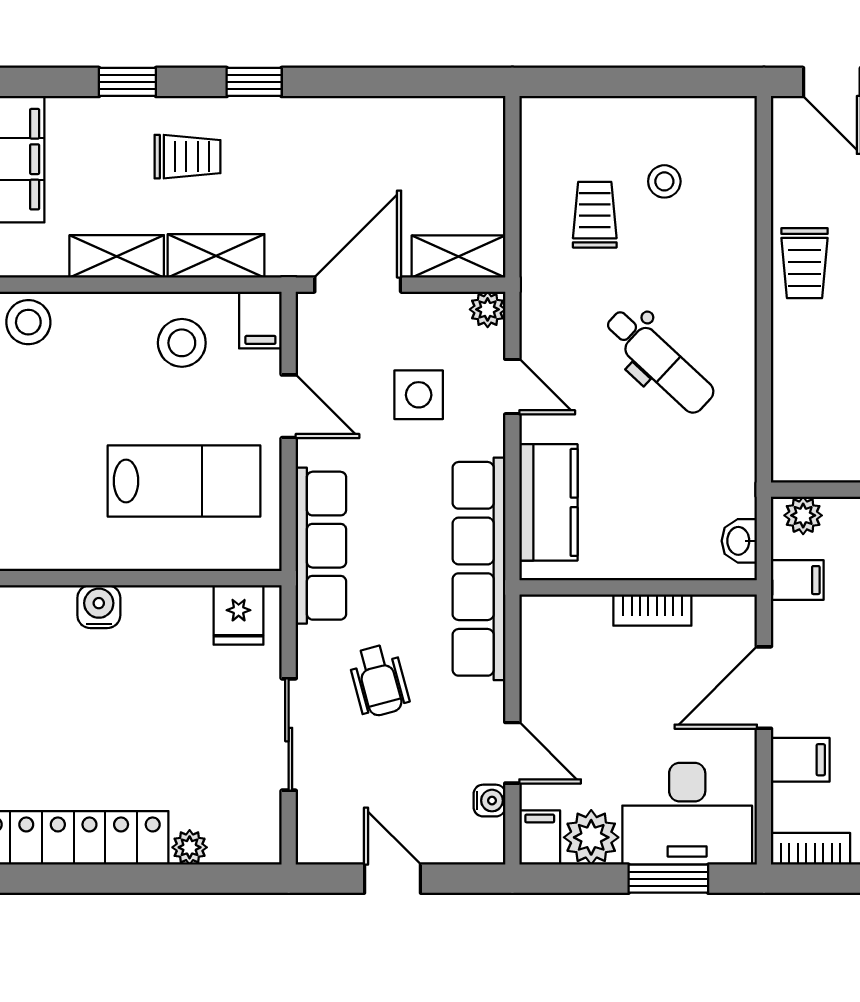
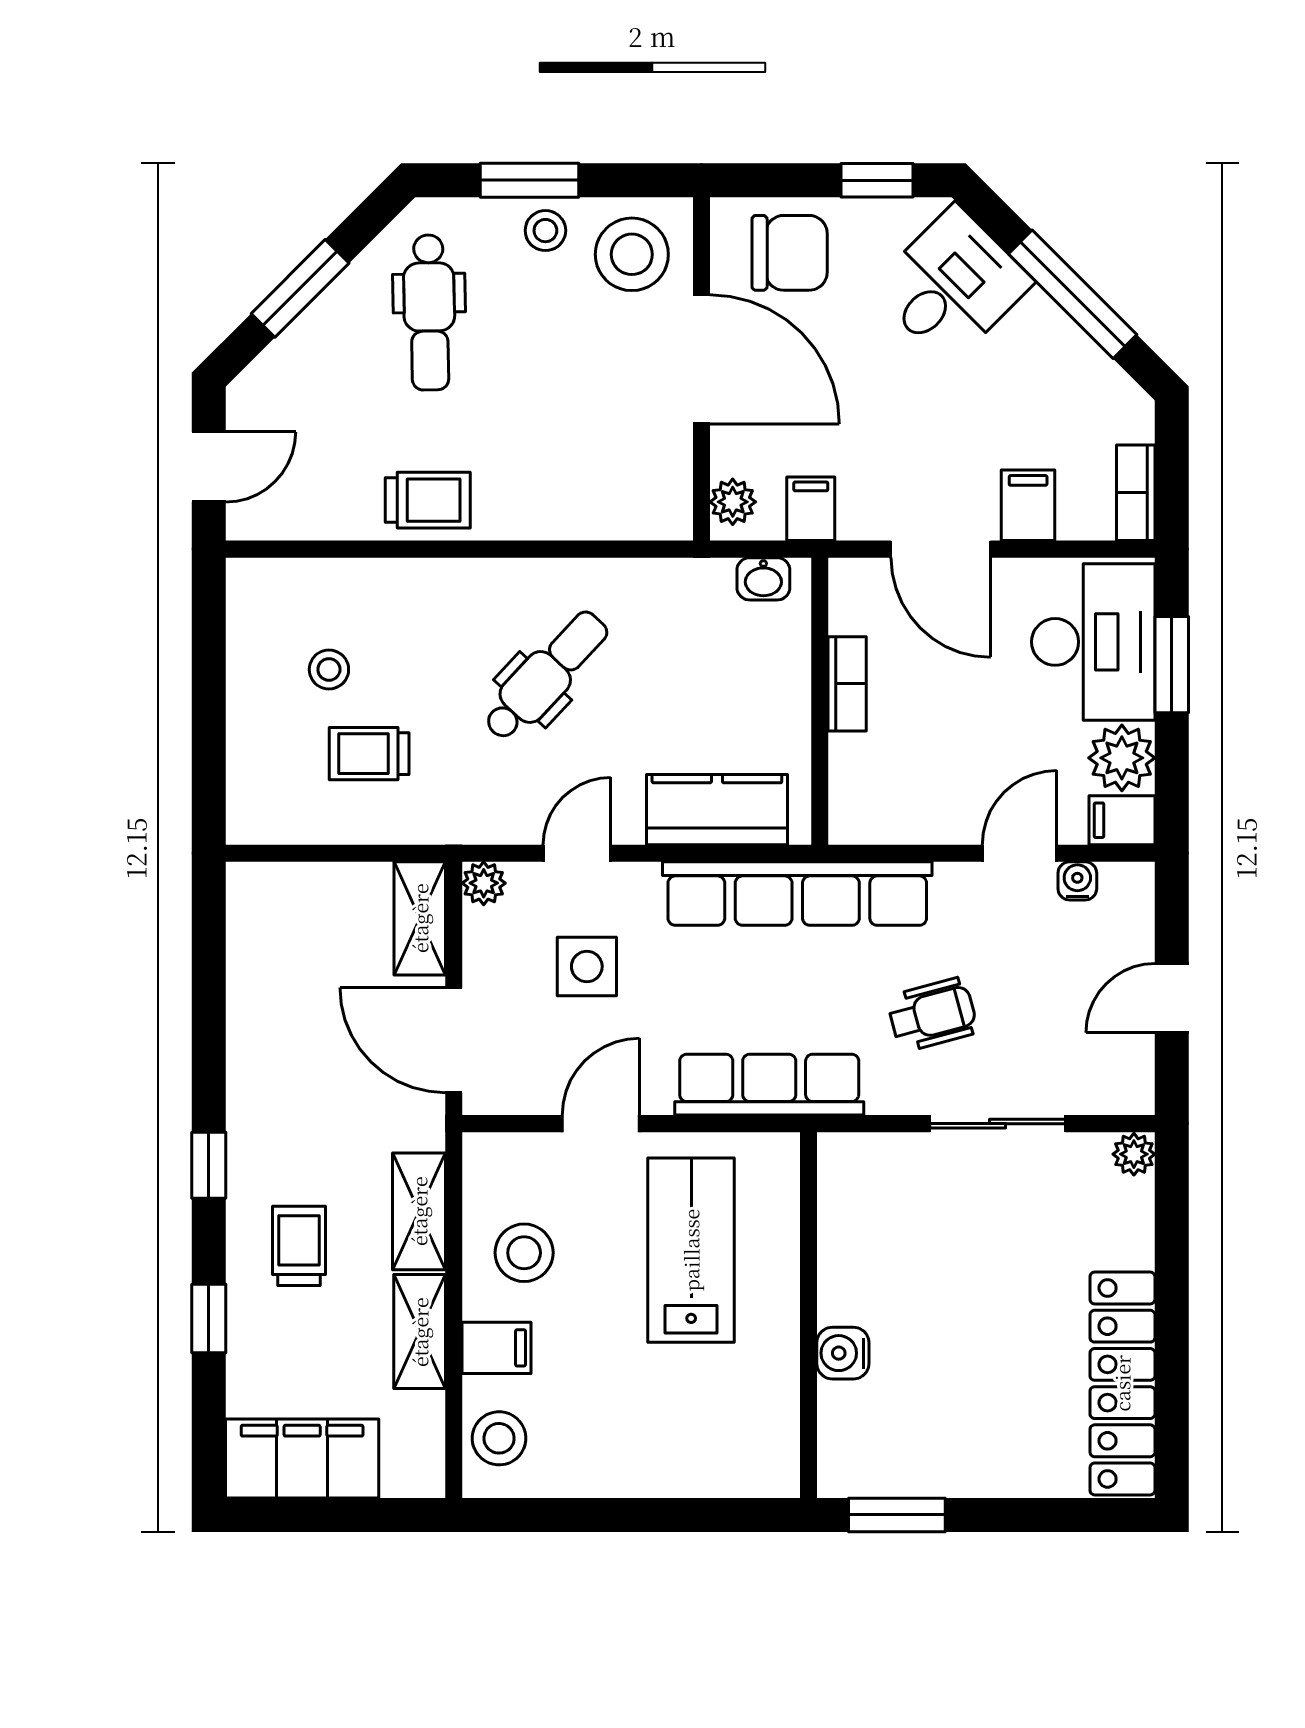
filing cabinet: (260, 320) -> (496, 1348), moved
fridge: (239, 615) -> (853, 1184), removed
plant: (190, 847) -> (1134, 1154), moved

